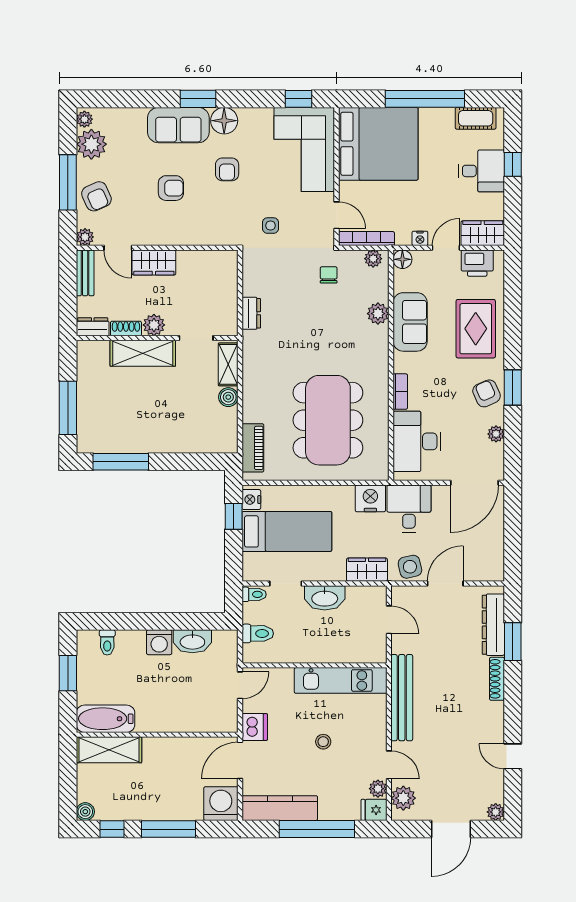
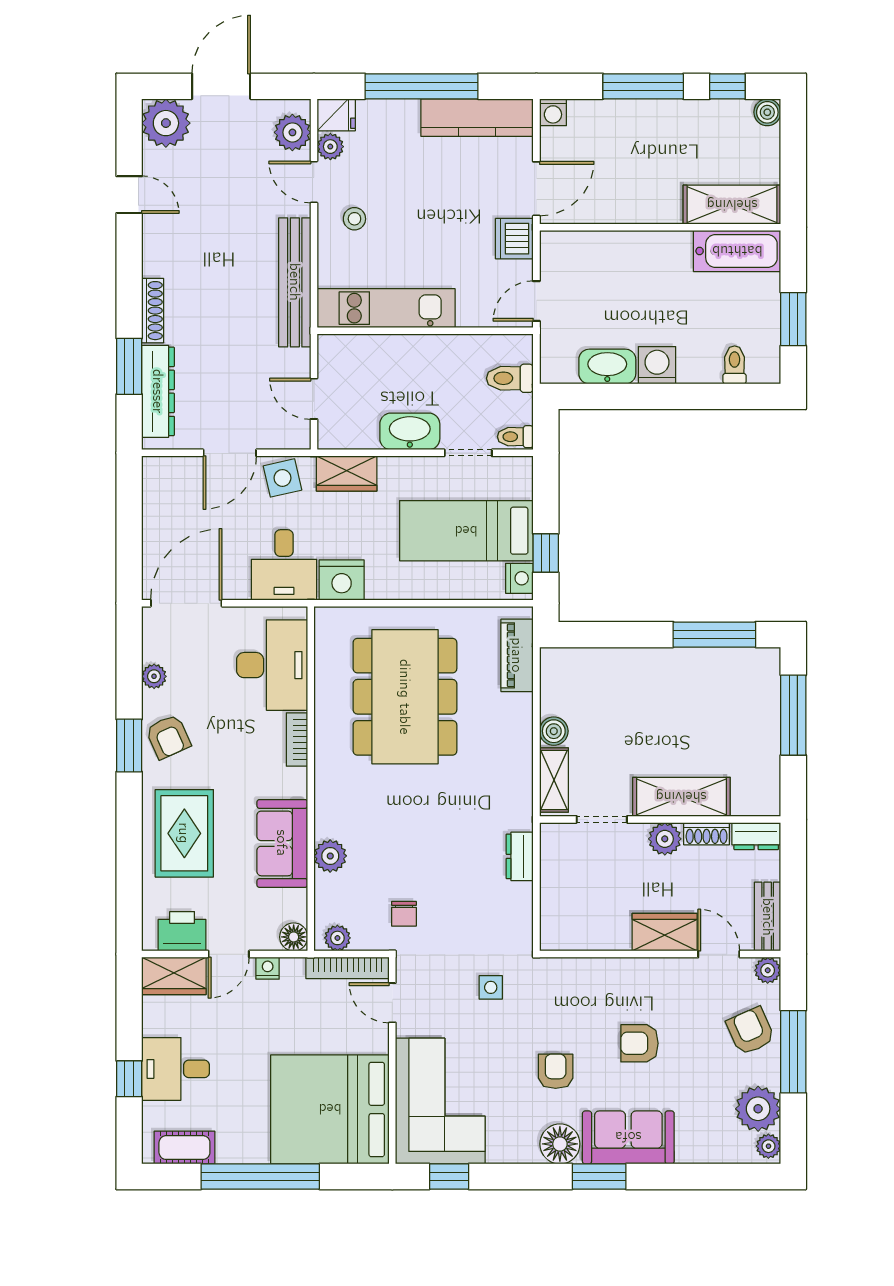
stool: (323, 742) -> (354, 219), moved
washing machine: (221, 804) -> (553, 112), width x0.53, depth x0.53
plant: (496, 812) -> (166, 123), width x1.87, depth x1.87

